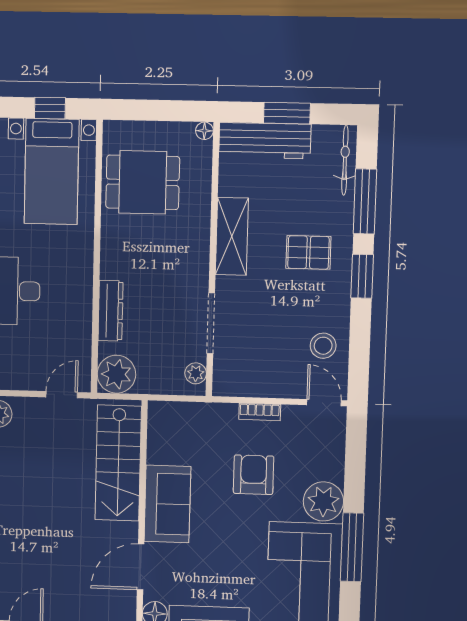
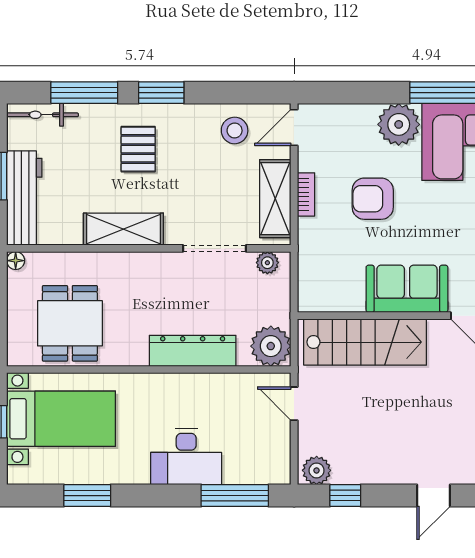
dresser: (111, 311) -> (193, 351), width x1.37, depth x1.24
shelving: (257, 383) -> (275, 199), added

